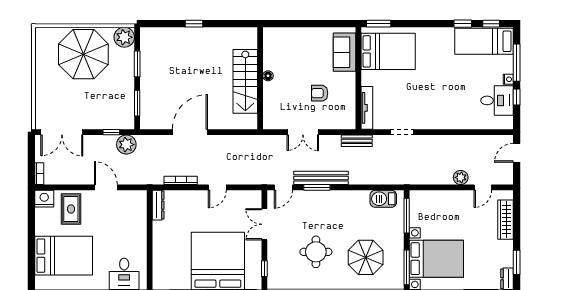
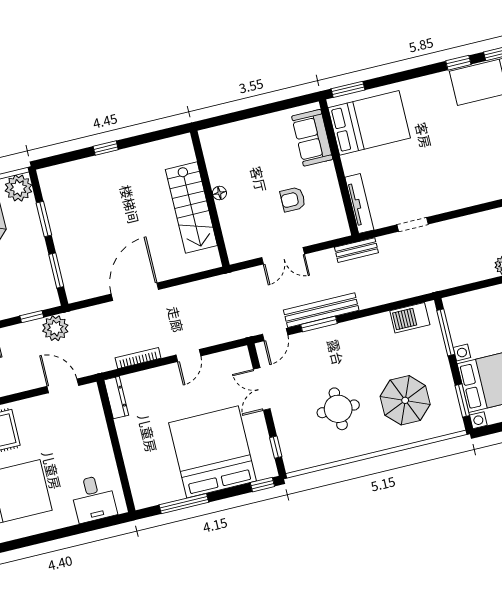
door: (106, 187) -> (63, 386), moved
window: (407, 267) -> (462, 400), width x0.69

